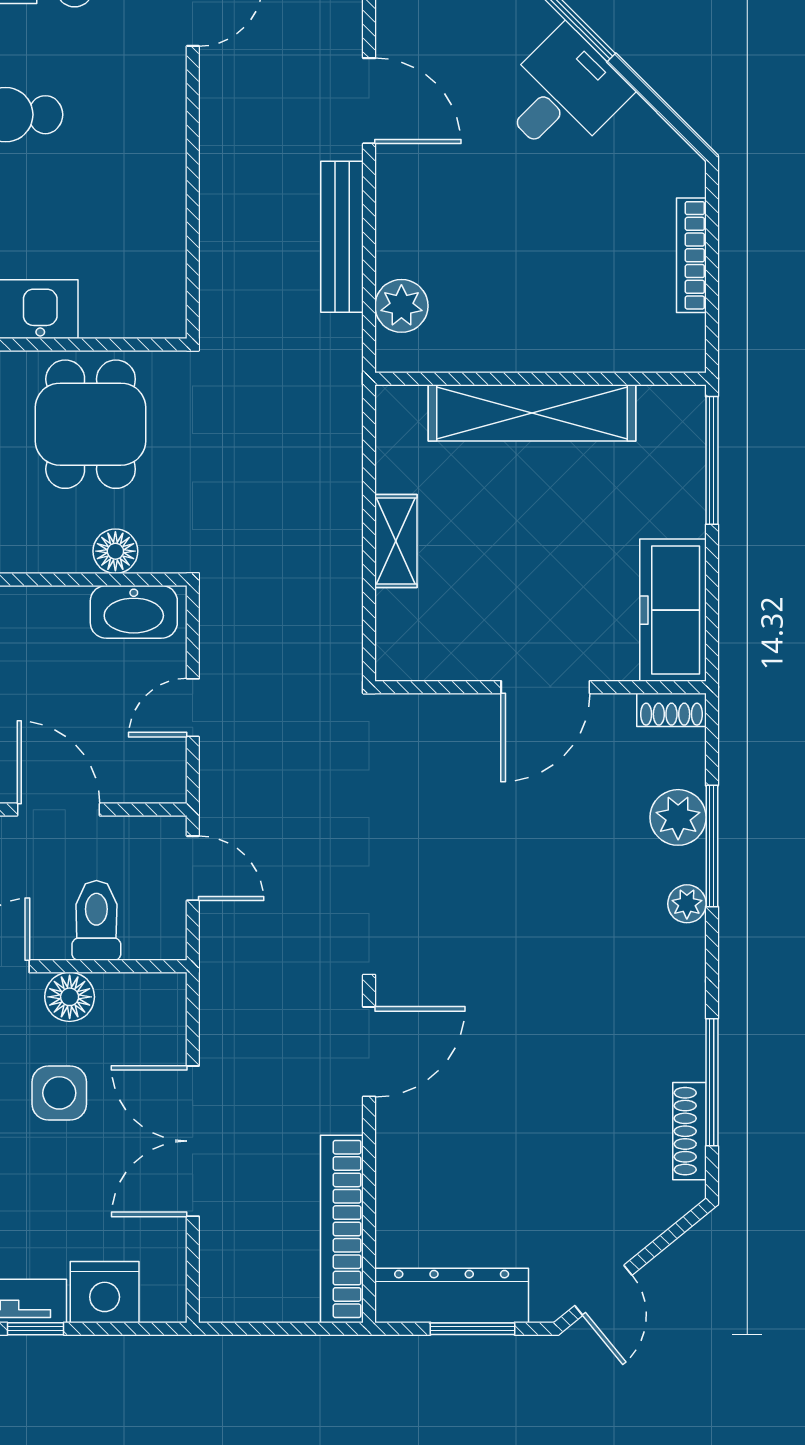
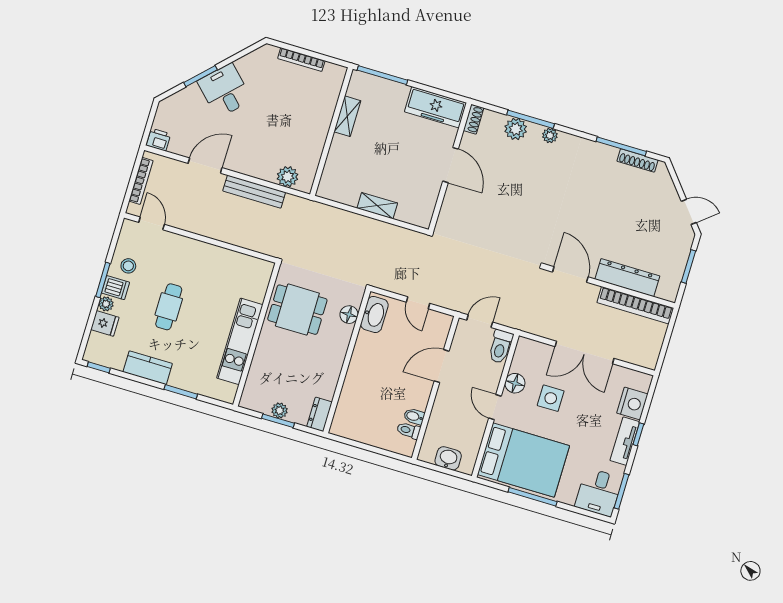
shelving: (532, 413) -> (347, 116), width x0.45, depth x0.75
toilet: (96, 920) -> (500, 347), moved, turned -90
dresser: (452, 1295) -> (627, 278), moved, turned 90

